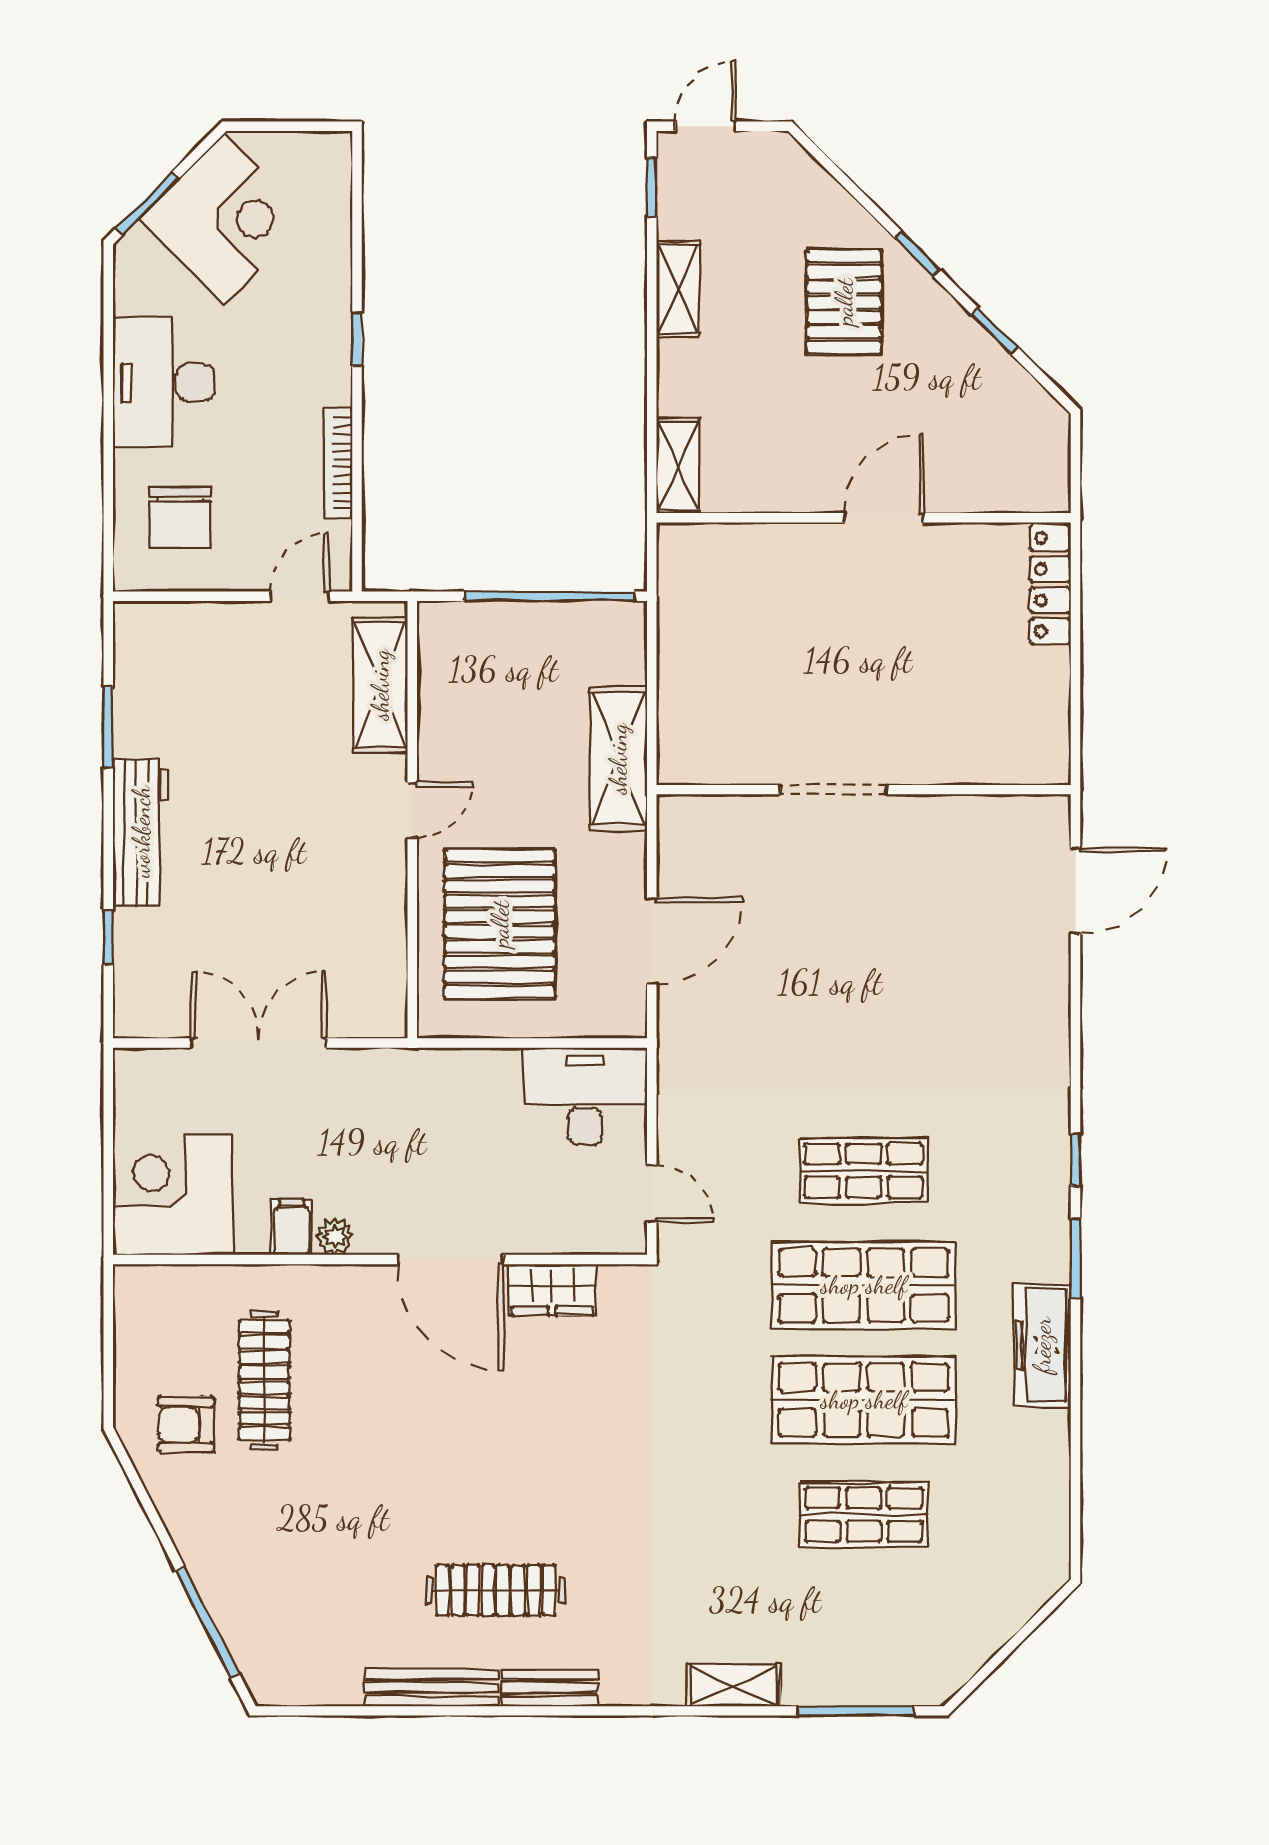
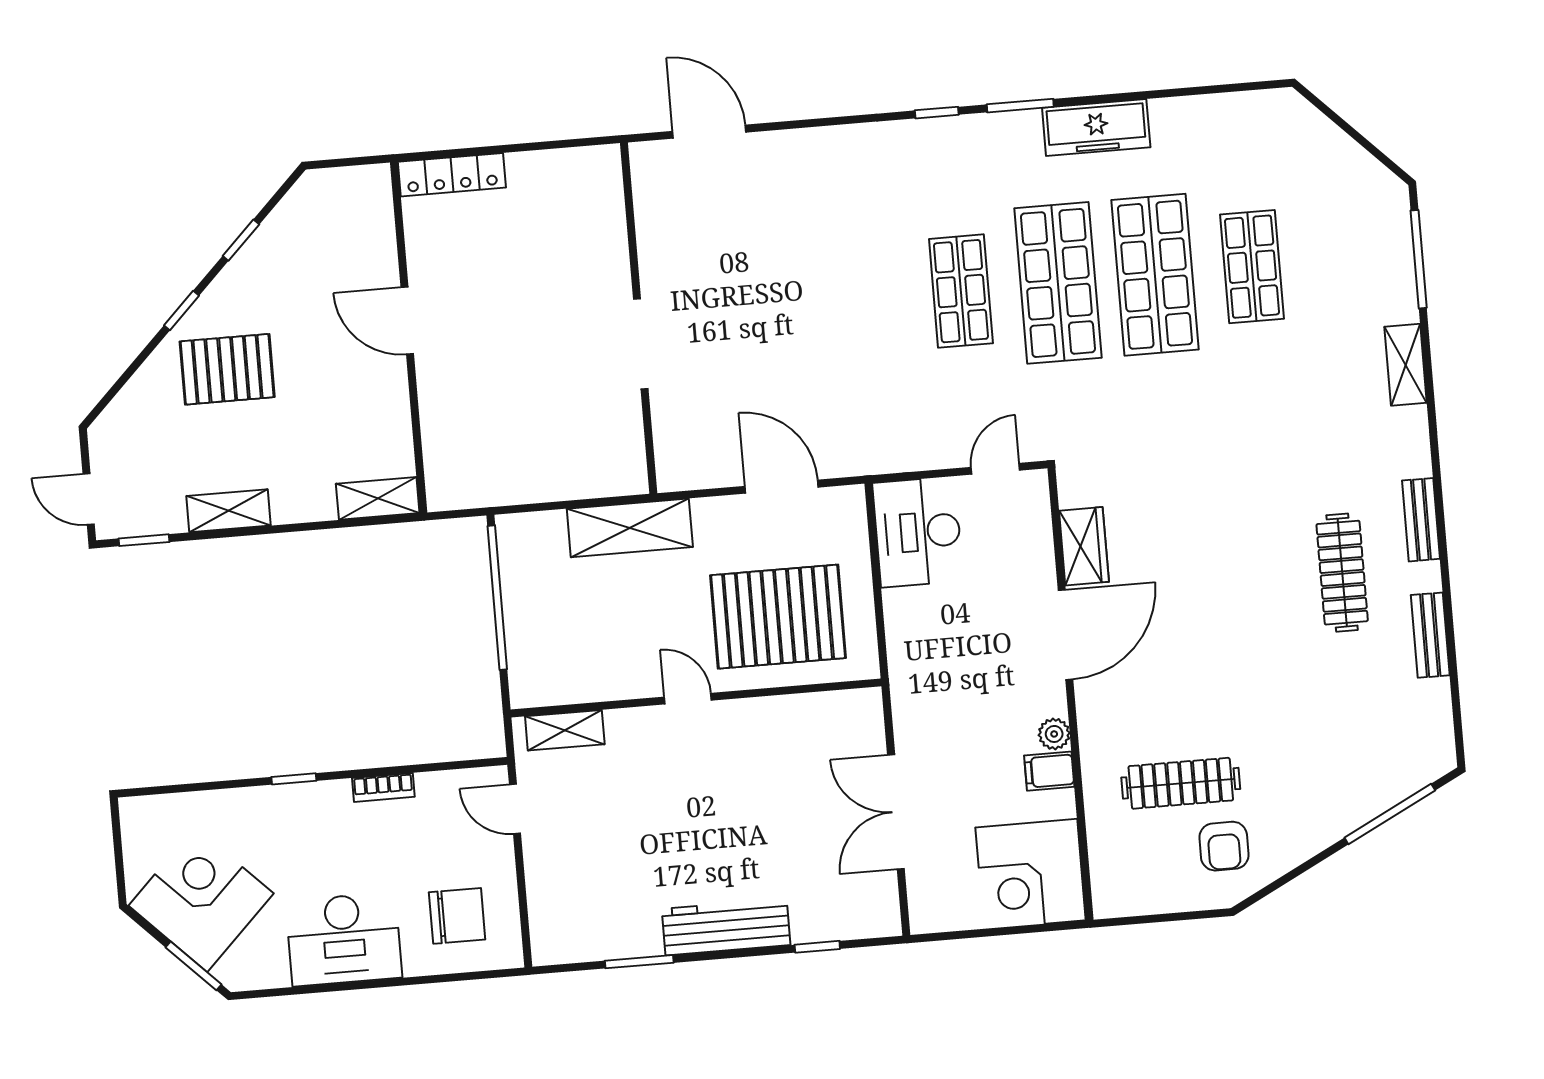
bookcase: (338, 464) -> (383, 787), width x0.64
shelving: (380, 685) -> (565, 730), width x0.67, depth x0.75
bench: (431, 1688) -> (1430, 635), width x0.73

